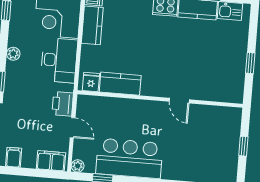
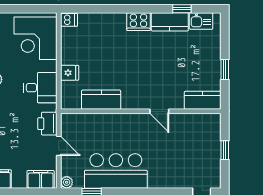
kitchen counter: (92, 25) -> (203, 100), moved, turned -90
desk: (59, 60) -> (40, 88), width x0.73
fridge: (91, 82) -> (70, 73), moved, turned 90

